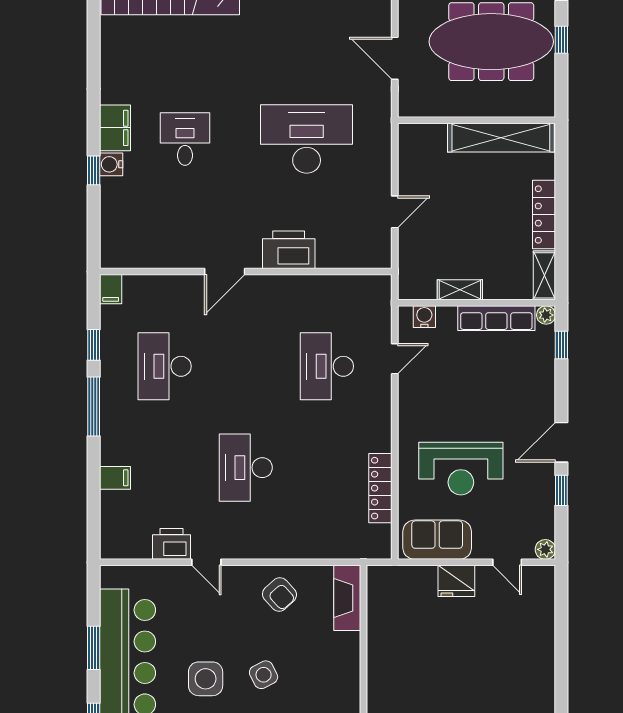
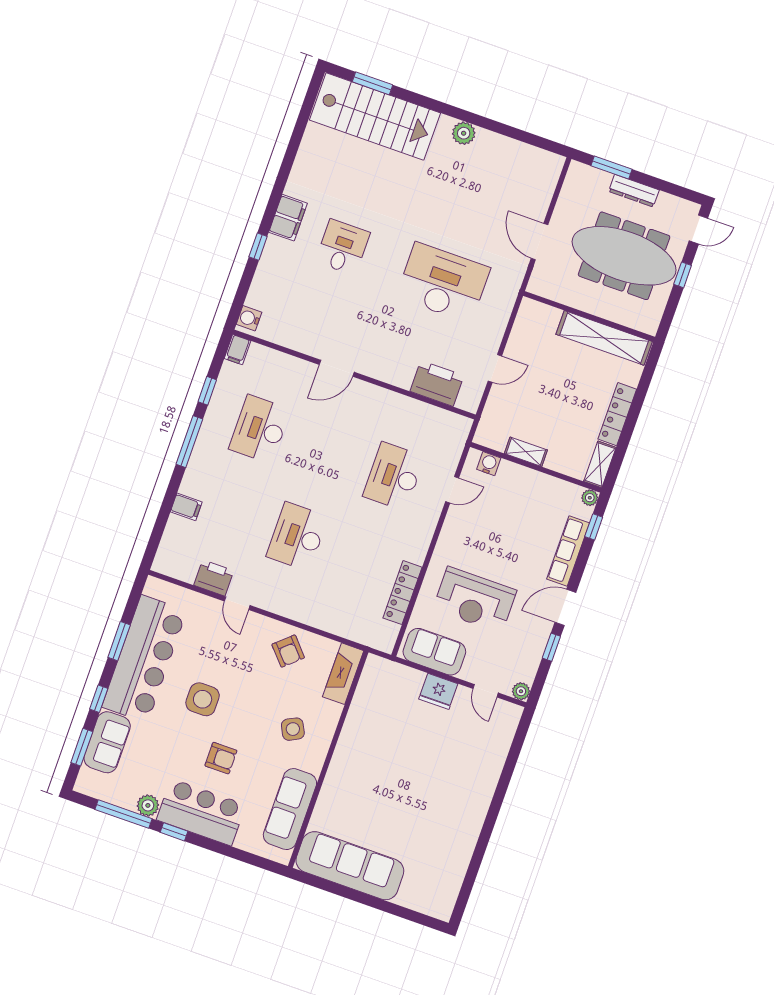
water cooler: (111, 164) -> (249, 318), moved
printer: (289, 250) -> (437, 383), moved
row of seats: (496, 318) -> (568, 551), moved, turned 90
side table: (264, 675) -> (293, 729), moved

